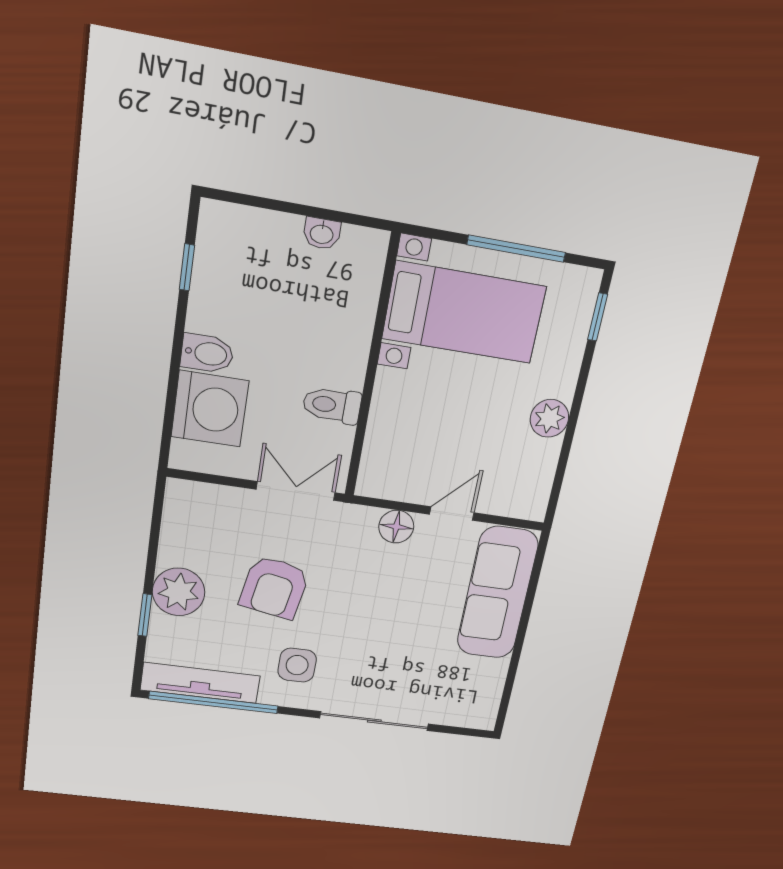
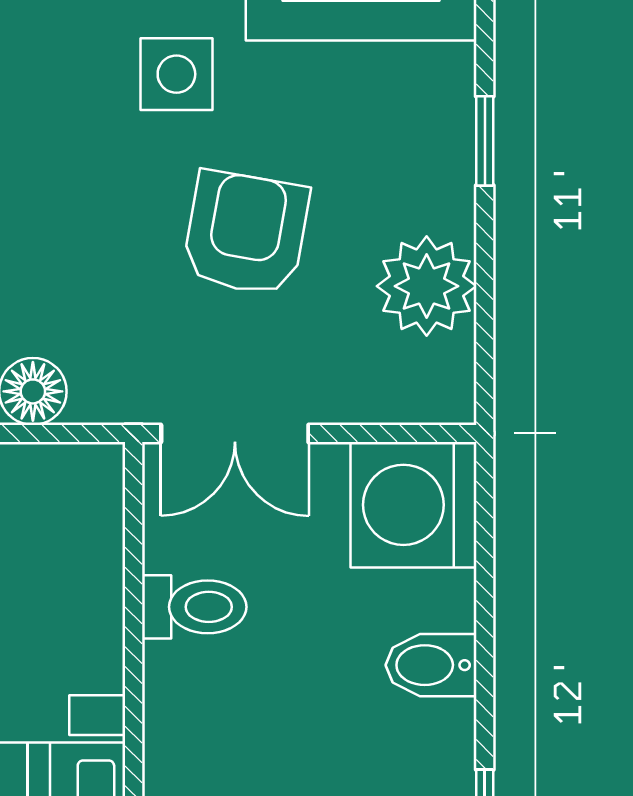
washing machine: (210, 409) -> (413, 505), moved
plant: (179, 592) -> (427, 286), moved

